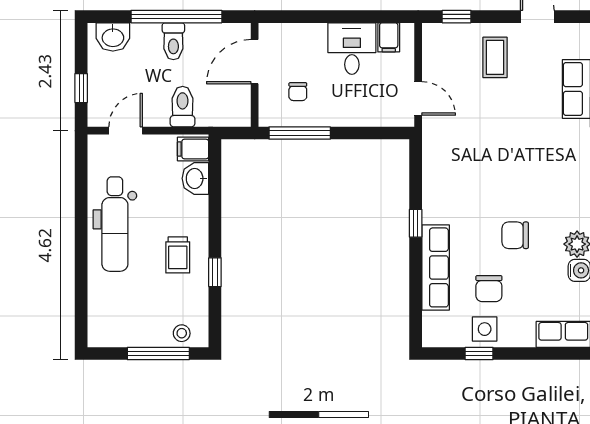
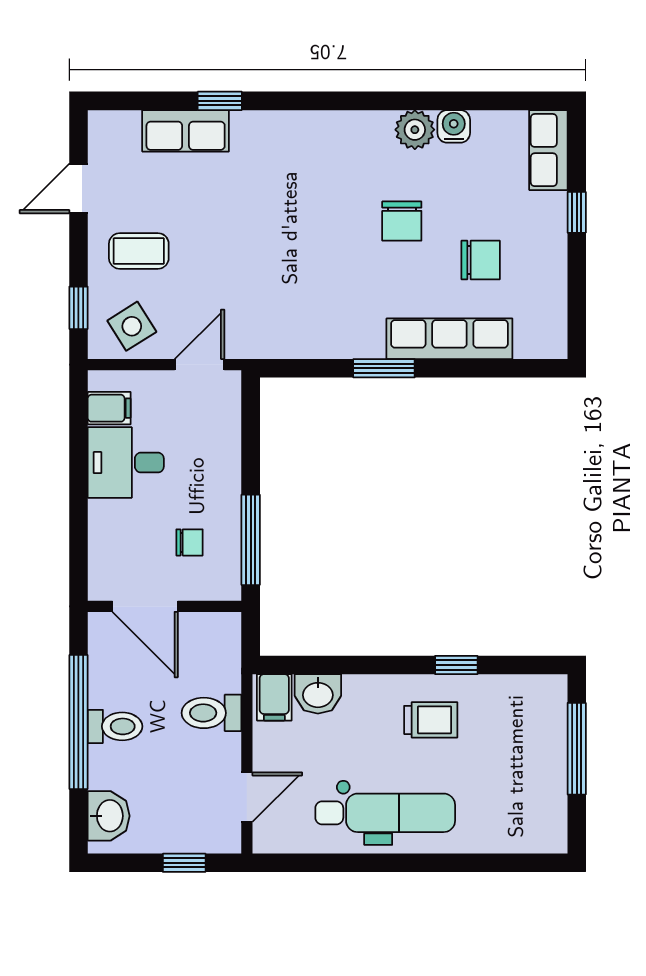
door: (126, 131) -> (247, 797), swing flipped
window: (416, 223) -> (384, 368), width x1.50
side table: (485, 329) -> (132, 326), moved, turned -32
stool: (182, 333) -> (547, 714), removed
window: (479, 354) -> (577, 212), moved

